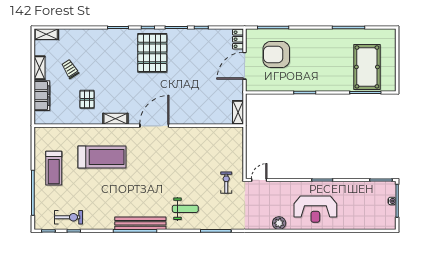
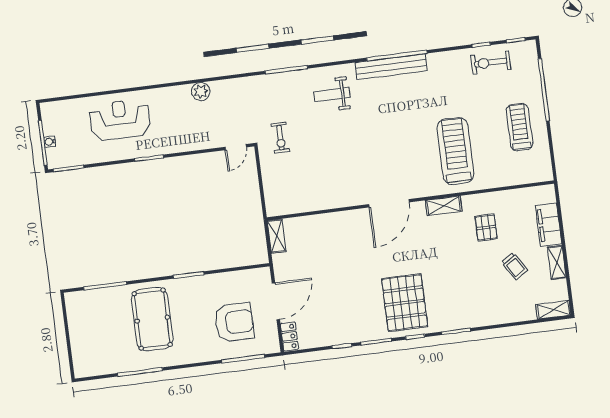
pool table: (367, 67) -> (152, 319), moved
treadmill: (102, 157) -> (455, 151), turned 90
reception desk: (315, 209) -> (120, 120), moved

